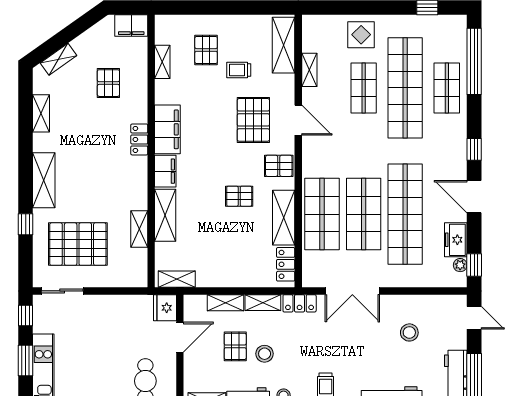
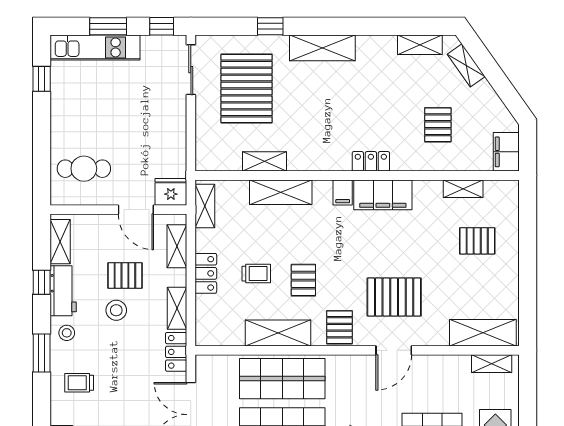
trolley: (239, 70) -> (256, 274), moved, turned 90
shelving: (309, 70) -> (492, 364), moved
pallet: (108, 83) -> (438, 125), turned 90
shelving: (41, 113) -> (420, 45), moved
filing cabinet: (165, 171) -> (343, 192), width x0.50
locker: (286, 264) -> (206, 273), moved, turned 90
shelving: (226, 303) -> (177, 246), moved

